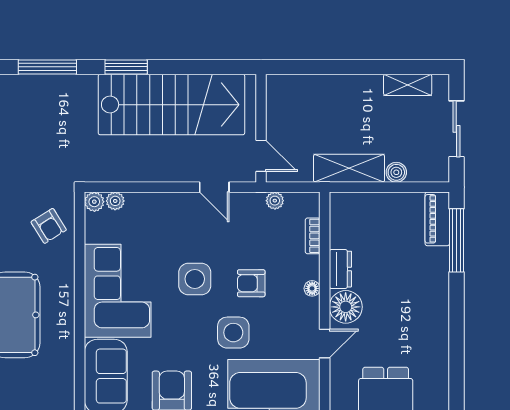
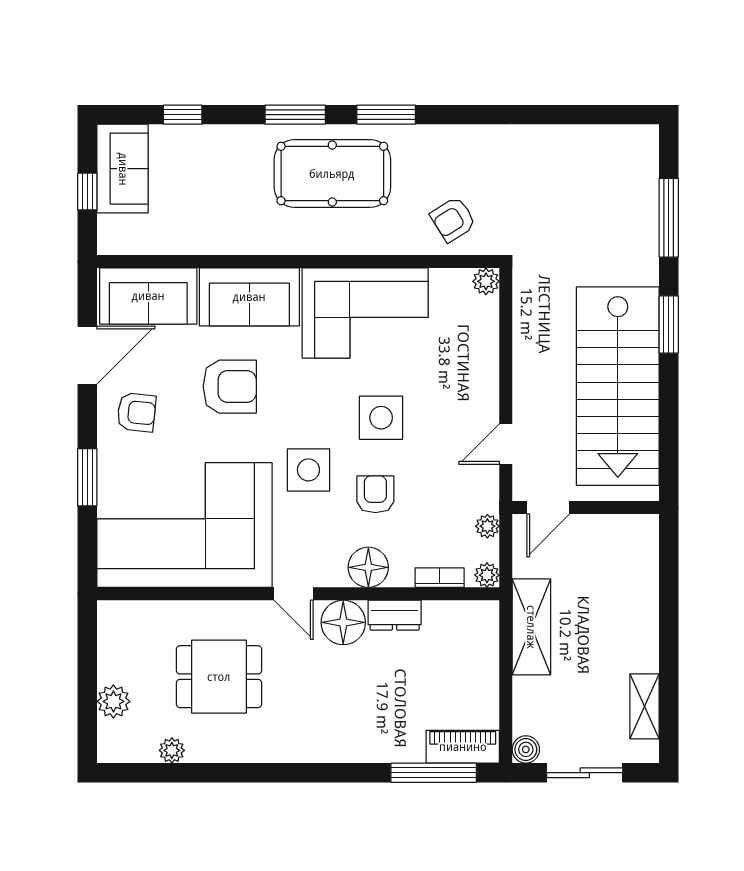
boiler: (396, 172) -> (526, 749), moved
plant: (115, 201) -> (487, 575), moved
floor lamp: (312, 288) -> (368, 567), width x1.89, depth x1.89

